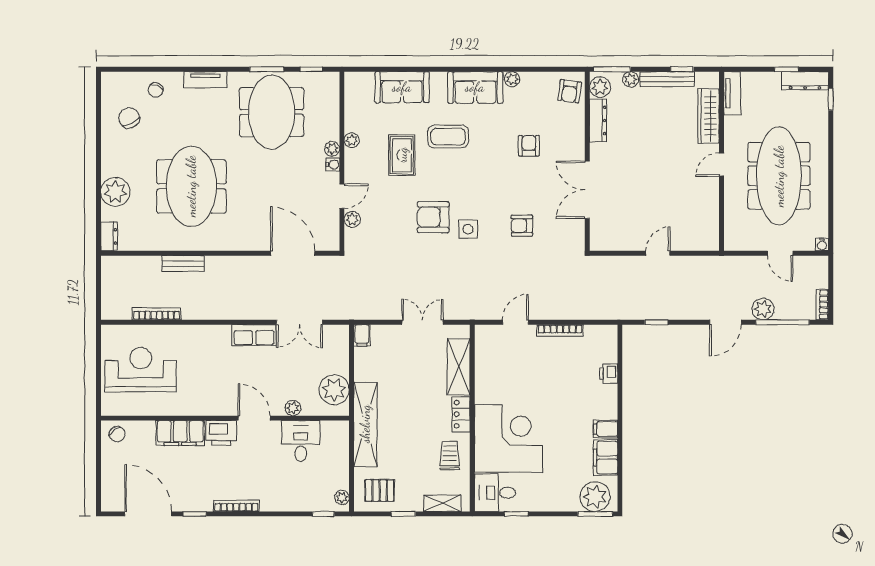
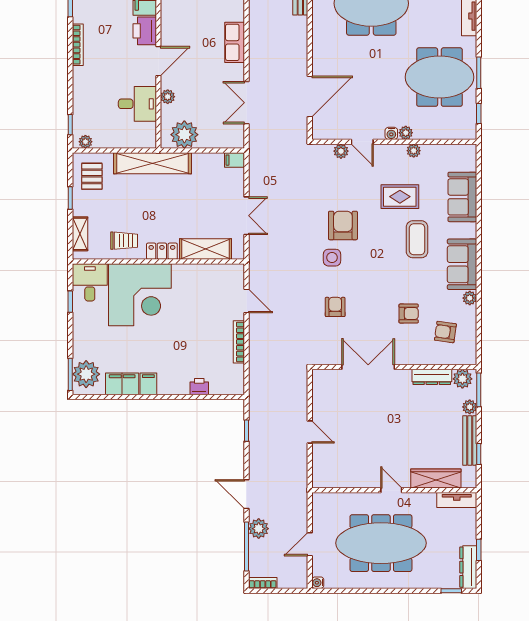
armchair: (570, 91) -> (445, 332), moved
row of seats: (254, 335) -> (235, 42), moved

